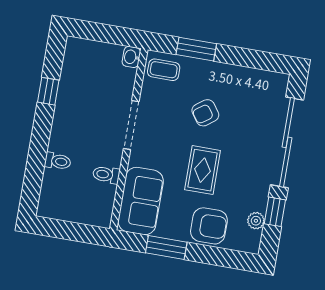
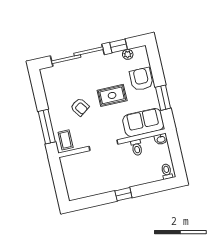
window: (196, 49) -> (47, 127), width x1.44
washbasin: (131, 57) -> (161, 139), moved
window: (48, 91) -> (123, 194), moved
toilet: (58, 161) -> (167, 171), moved

